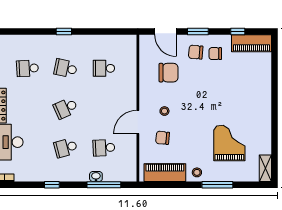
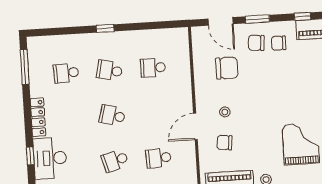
school desk: (66, 108) -> (112, 115), turned 39

